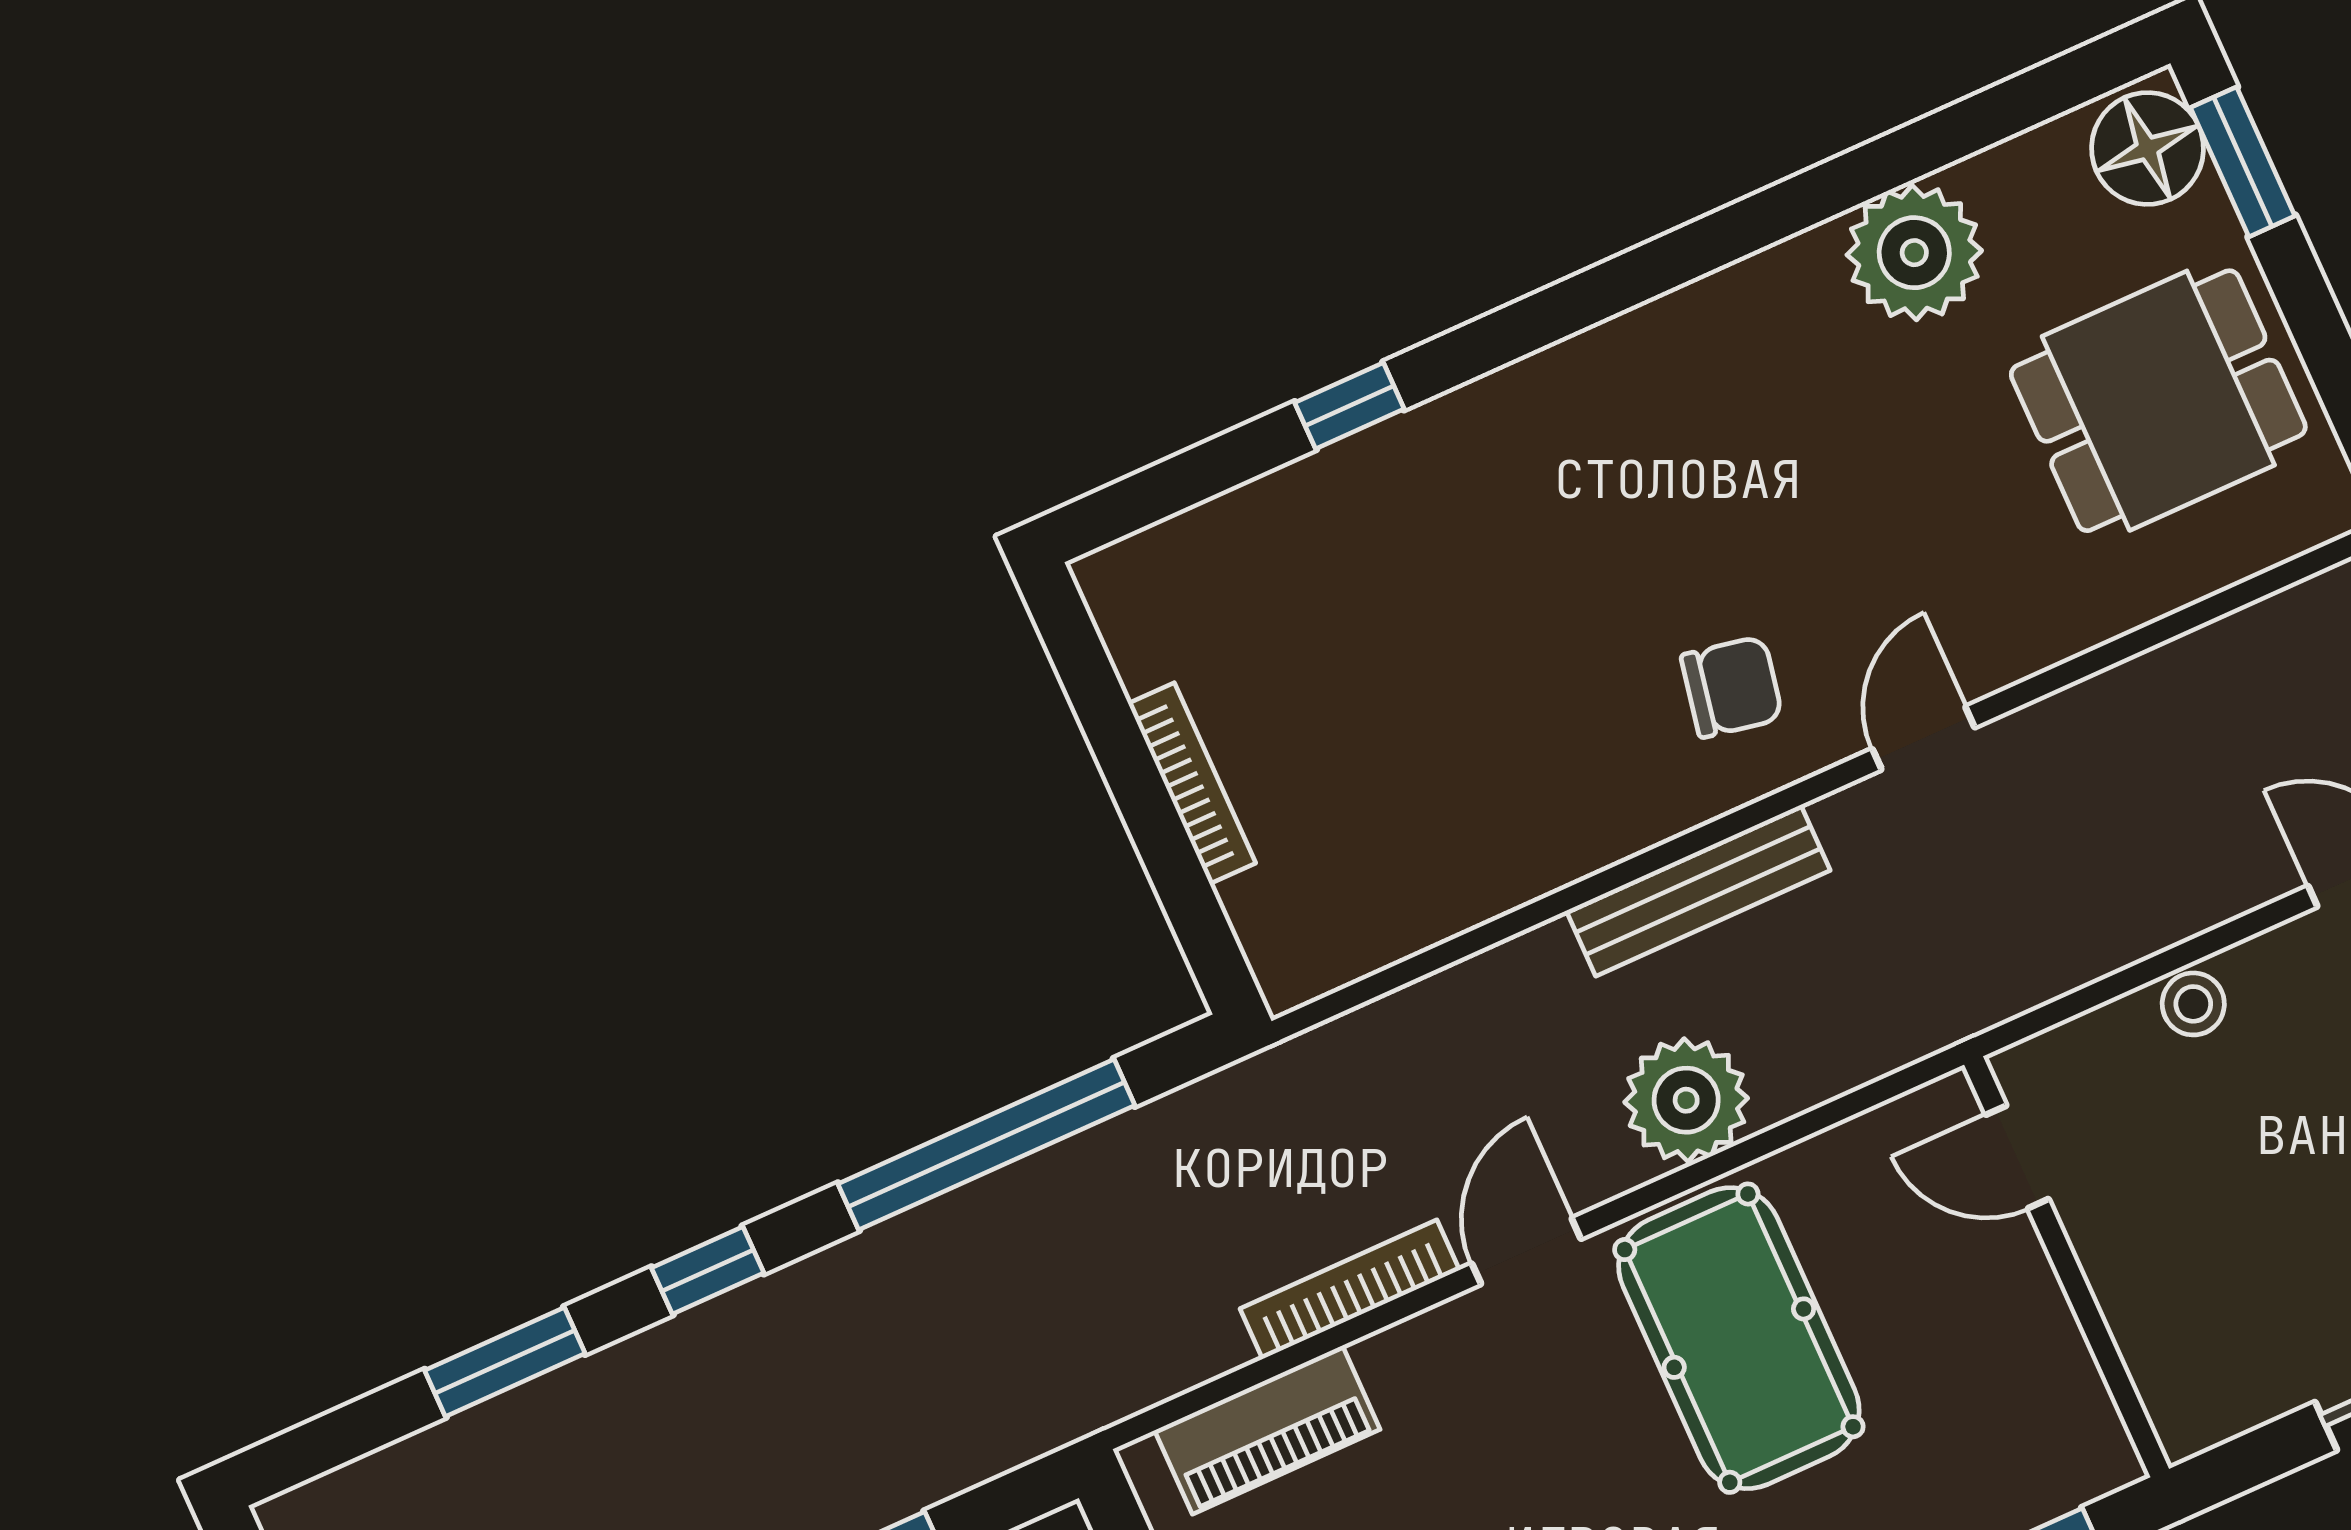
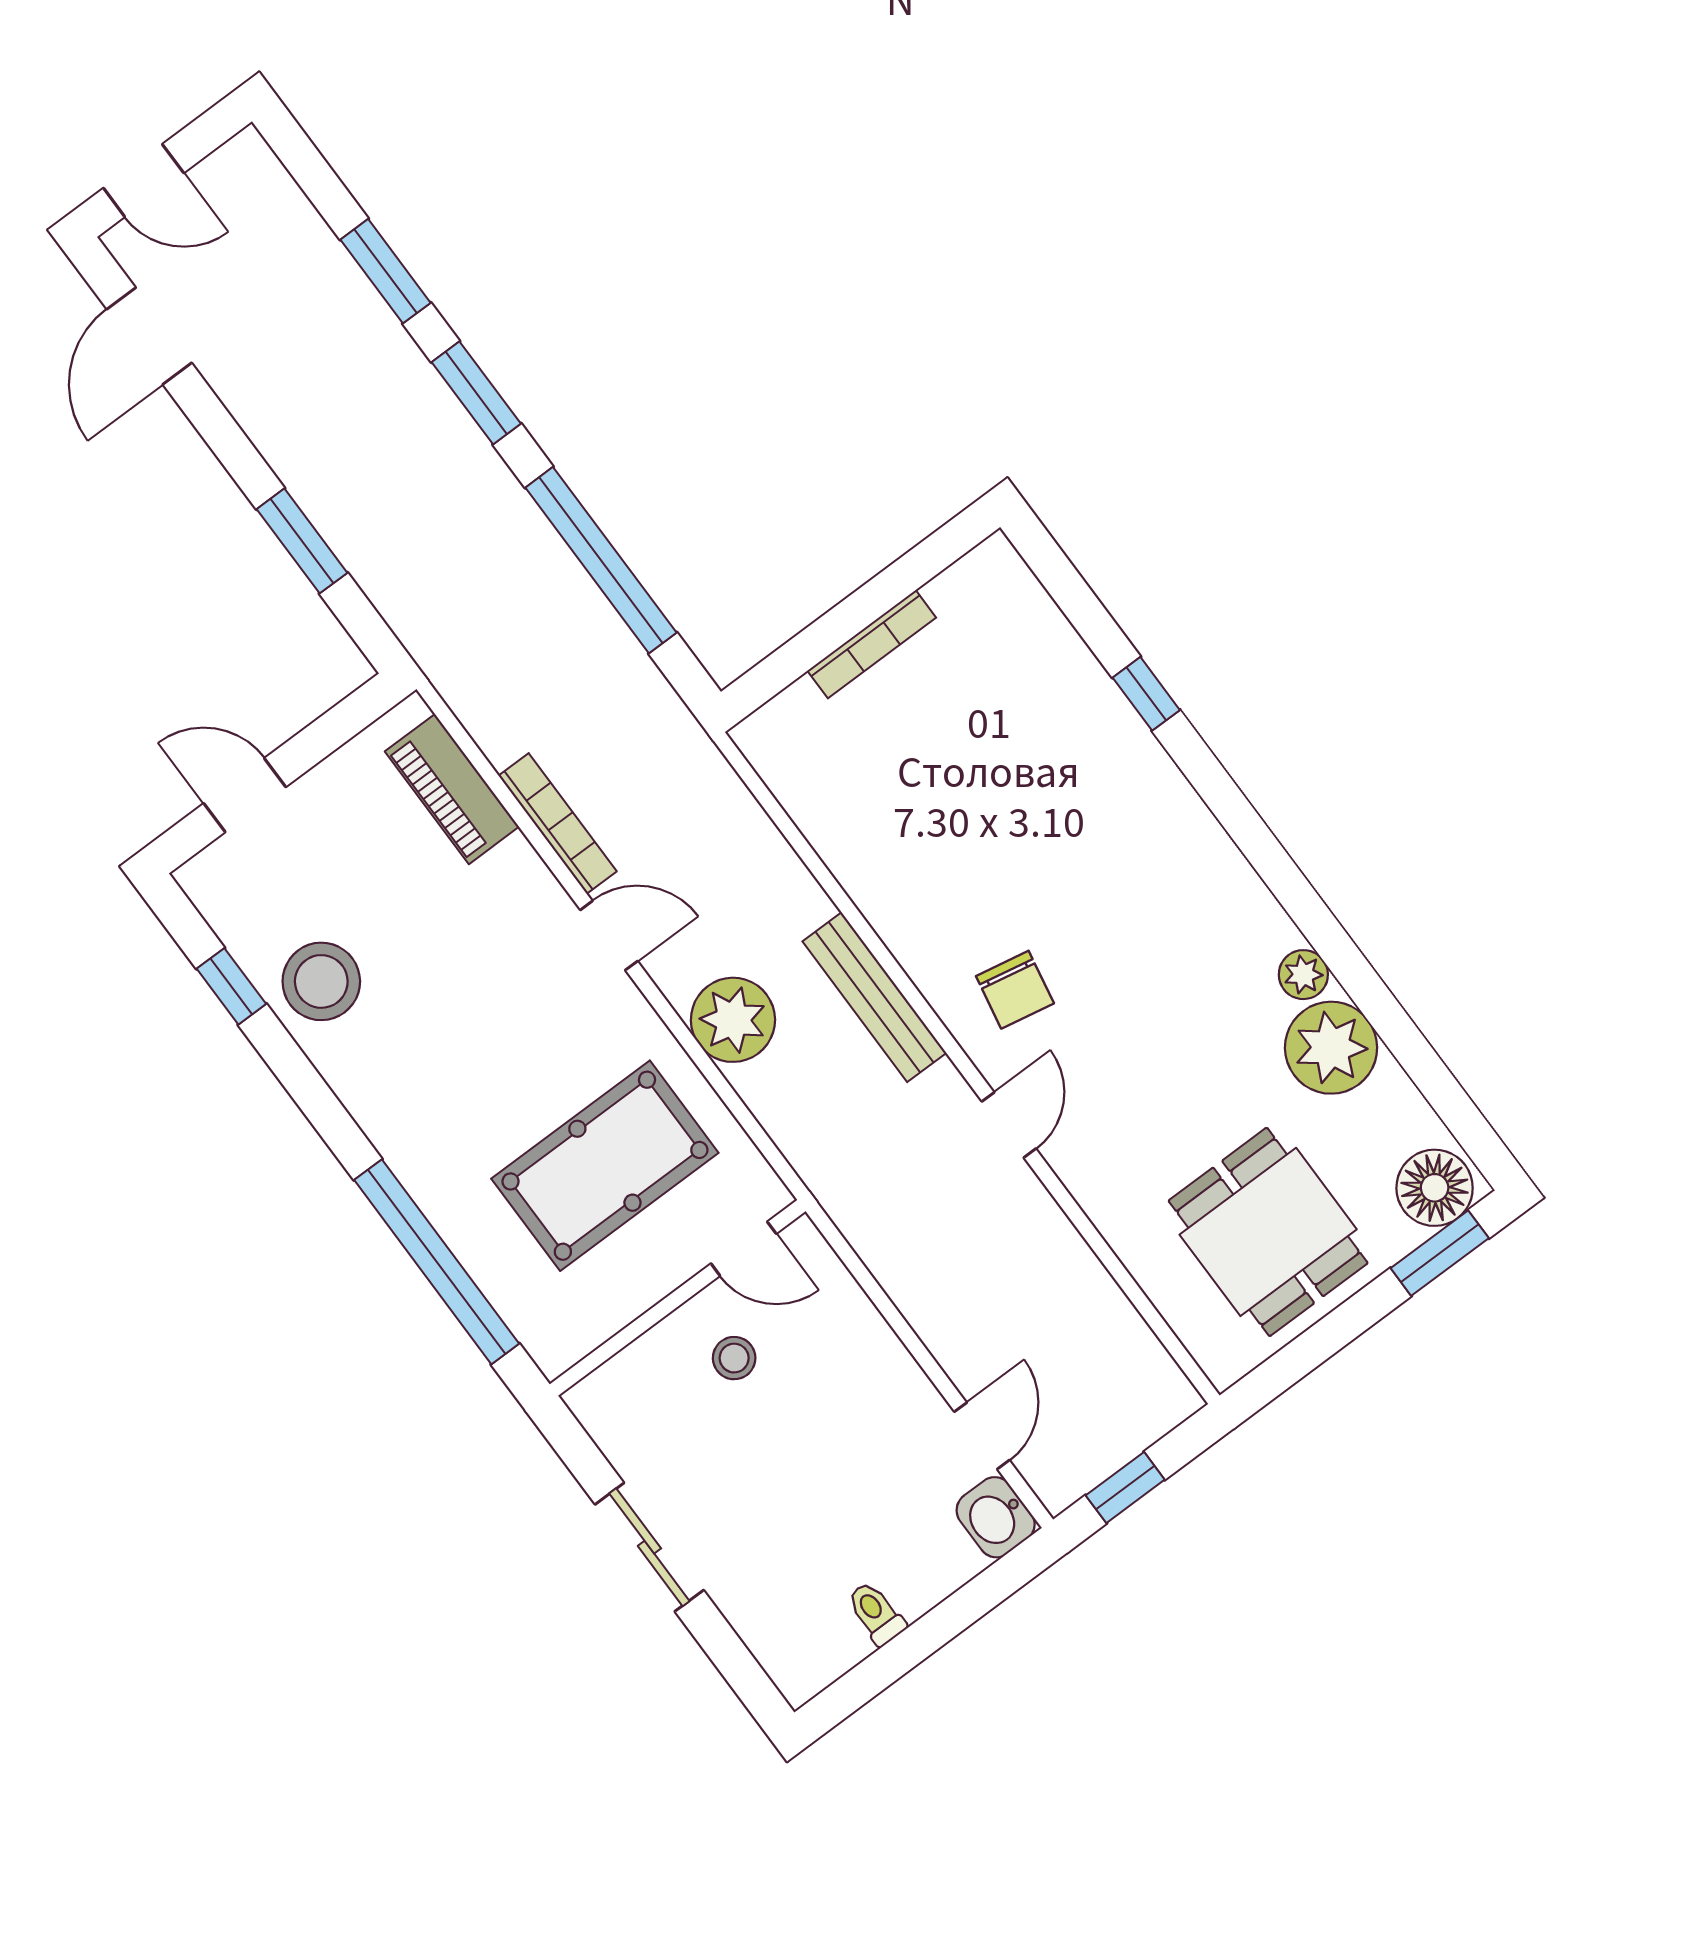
plant: (1801, 269) -> (1303, 975), added
door: (1924, 738) -> (1009, 1125), hinge flipped
stool: (2193, 1004) -> (734, 1358), moved
door: (2017, 1157) -> (744, 1249), swing flipped
window: (708, 1270) -> (476, 393), width x1.50
pool table: (1739, 1338) -> (605, 1166), moved

